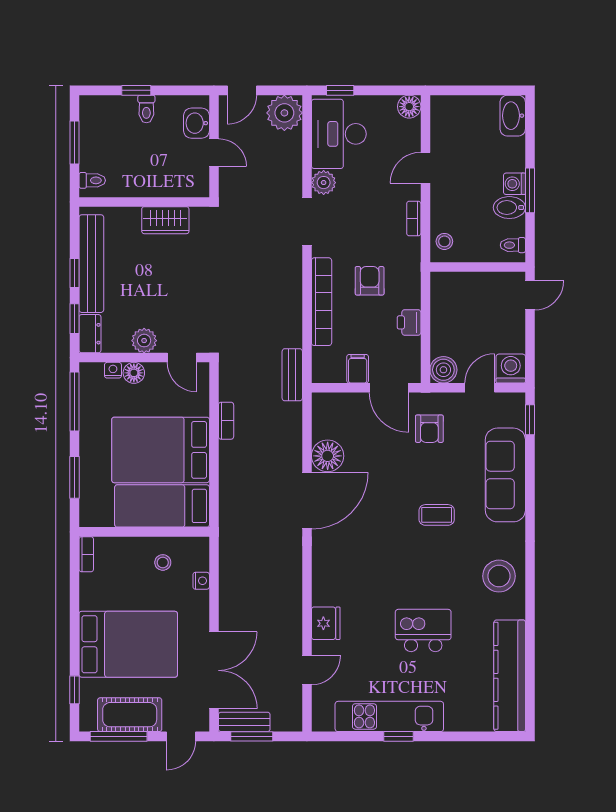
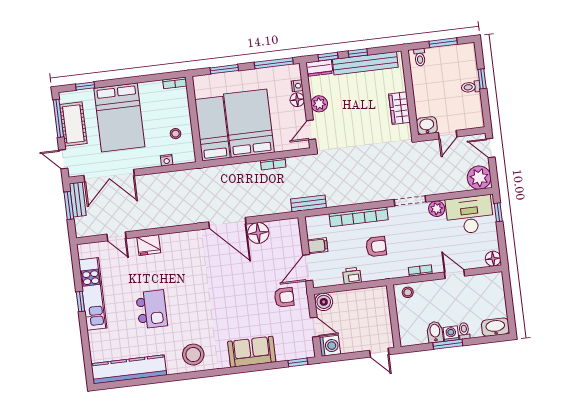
washbasin: (196, 123) -> (427, 126), moved
toilet: (513, 245) -> (464, 331), moved
armchair: (429, 429) -> (284, 297), turned 180
sofa: (505, 475) -> (252, 352), width x0.73
coffee table: (437, 515) -> (228, 309), removed

